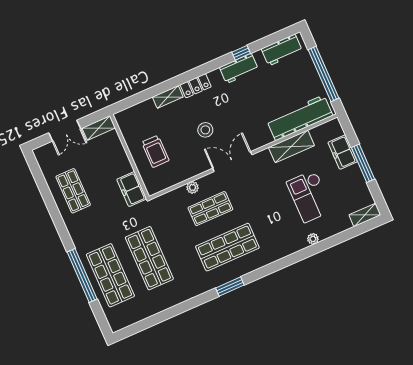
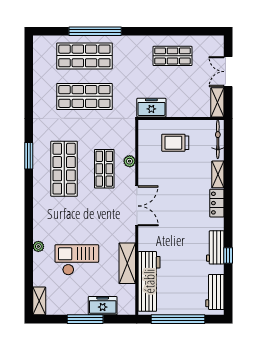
bicycle: (134, 112) -> (218, 139), added
stool: (205, 130) -> (175, 195), removed

